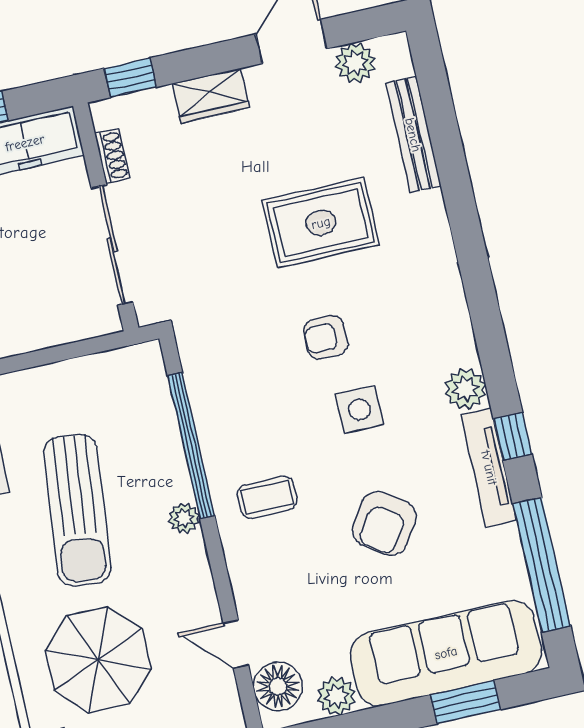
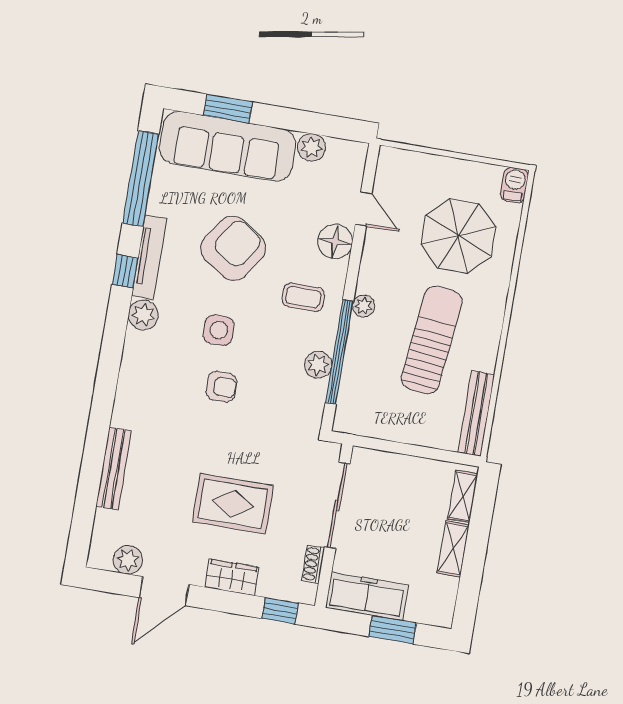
bench: (413, 135) -> (114, 469), moved
rug: (321, 223) -> (233, 504), moved
plant: (212, 417) -> (318, 365), added
armchair: (384, 523) -> (233, 248), width x1.36, depth x1.36
floor lamp: (278, 686) -> (335, 241), moved

